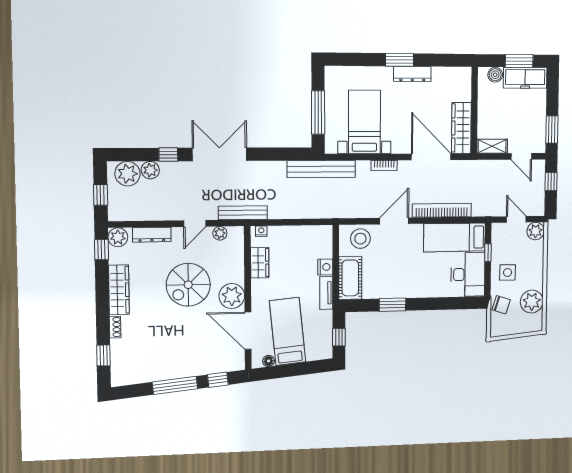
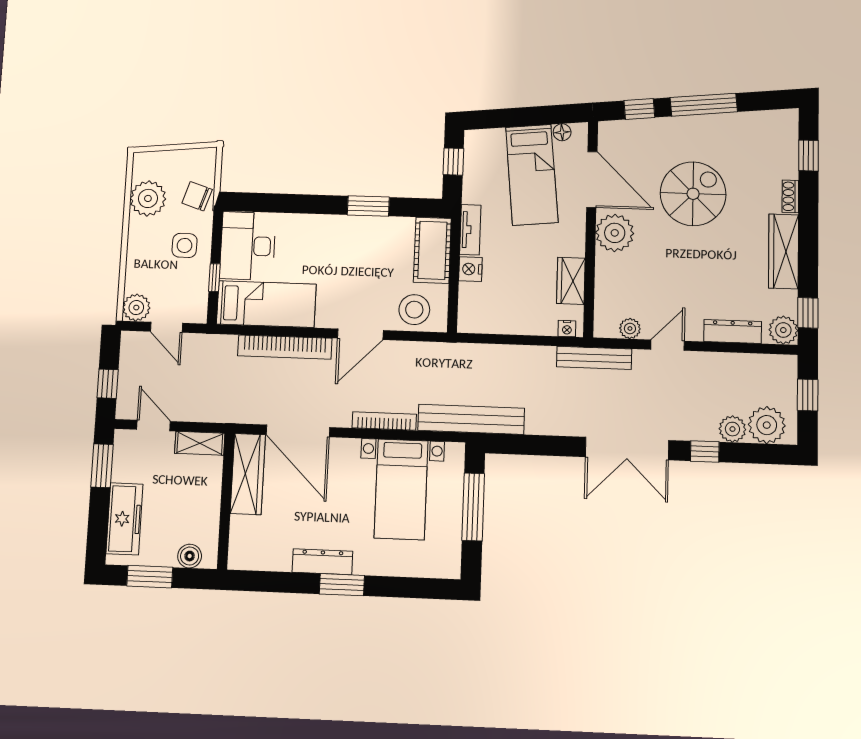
freezer: (525, 78) -> (124, 519), moved, turned 90
bookcase: (384, 165) -> (384, 421), width x1.56
spiral stairs: (188, 285) -> (693, 194), moved

